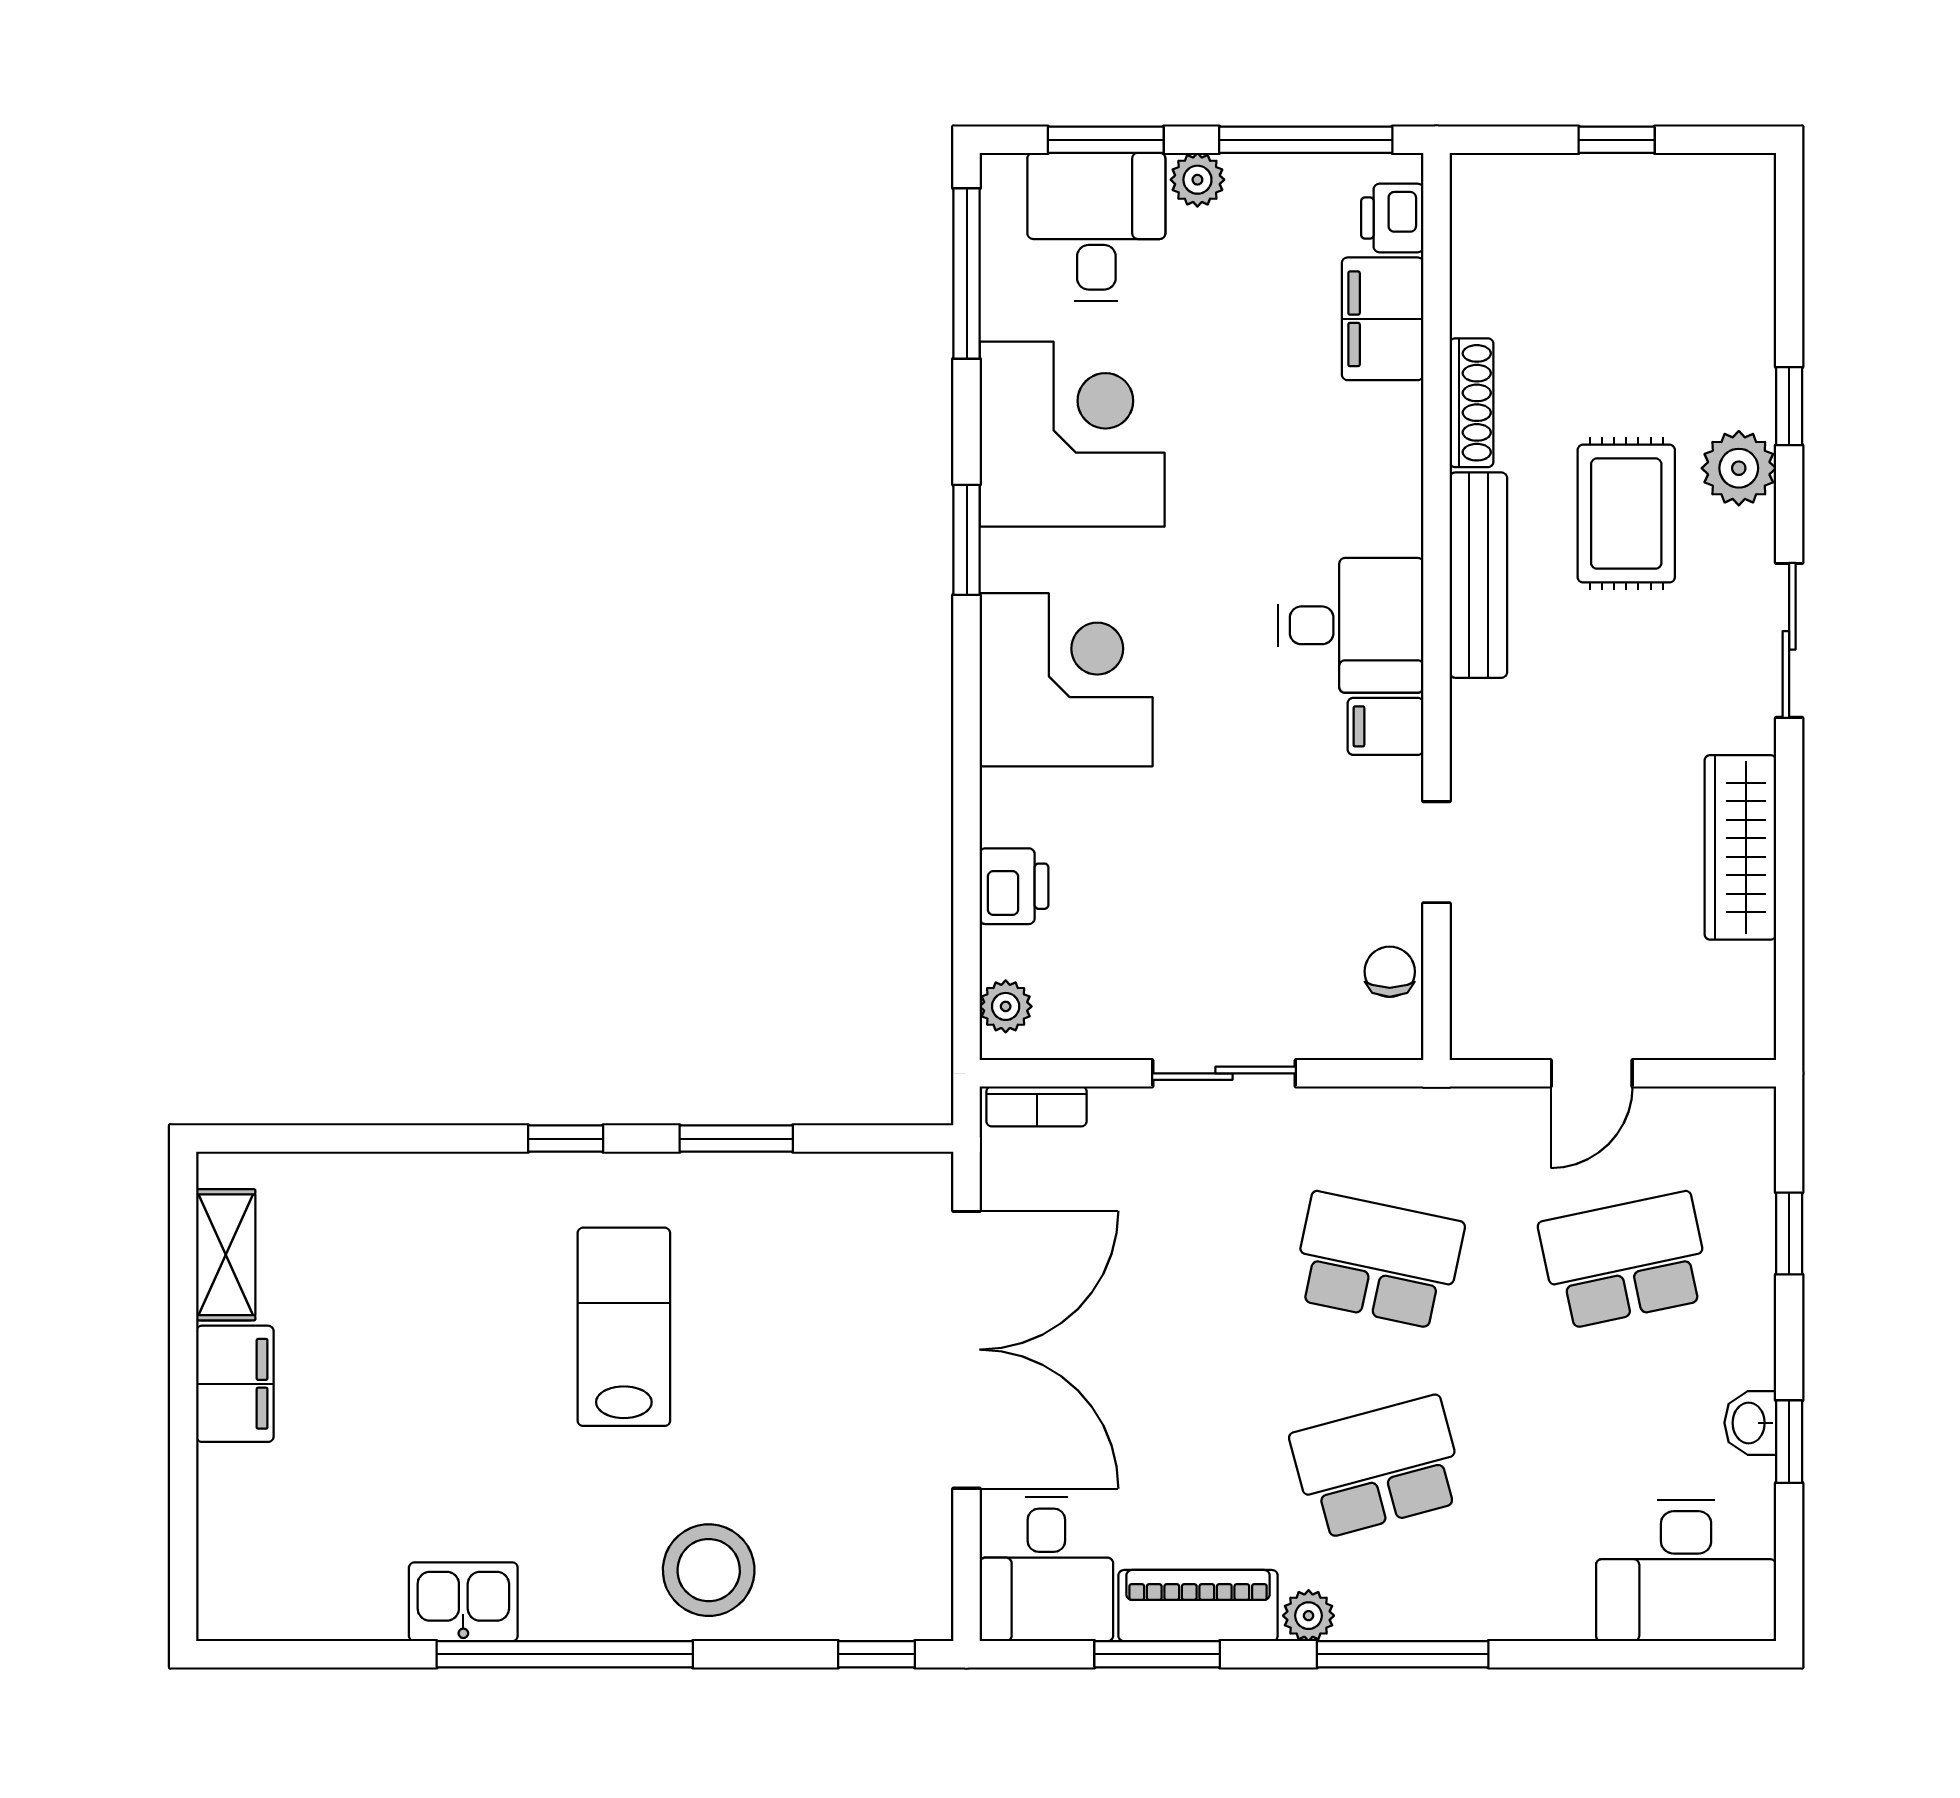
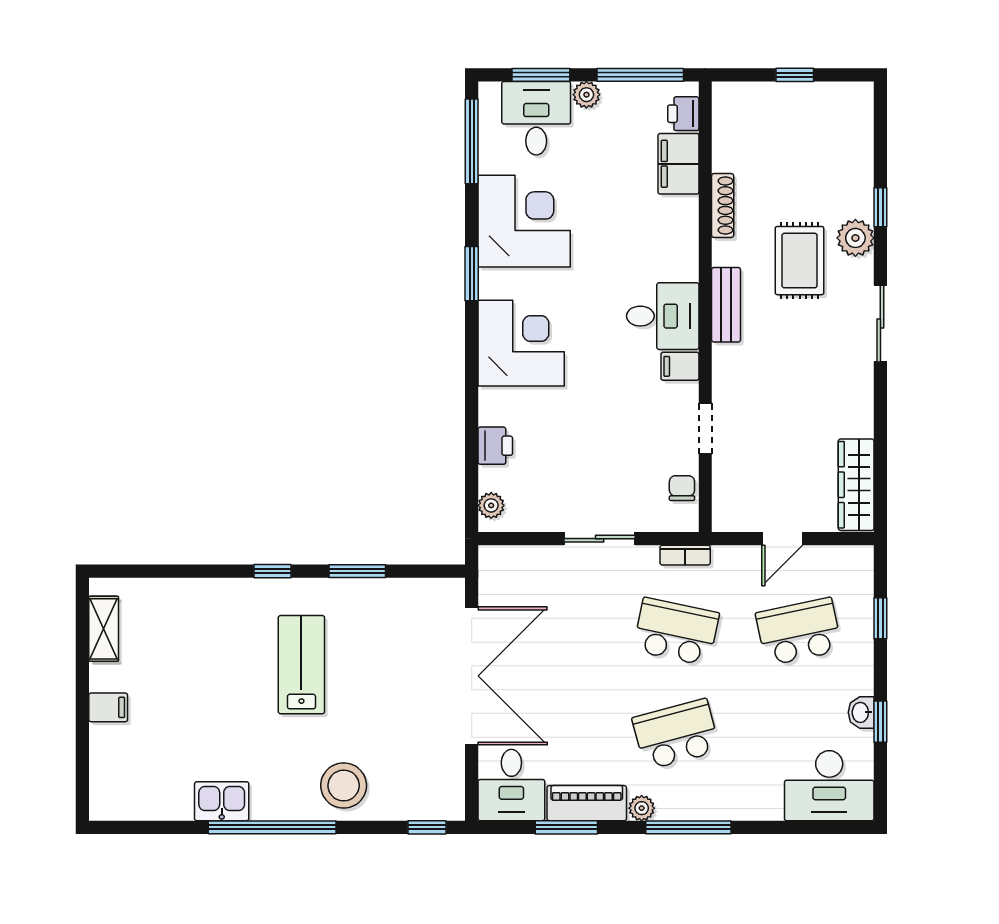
bench: (1478, 575) -> (726, 305), width x0.73
wardrobe: (1740, 847) -> (856, 485), moved
bookcase: (1037, 1106) -> (685, 555), moved
filing cabinet: (235, 1384) -> (108, 707), width x0.50

